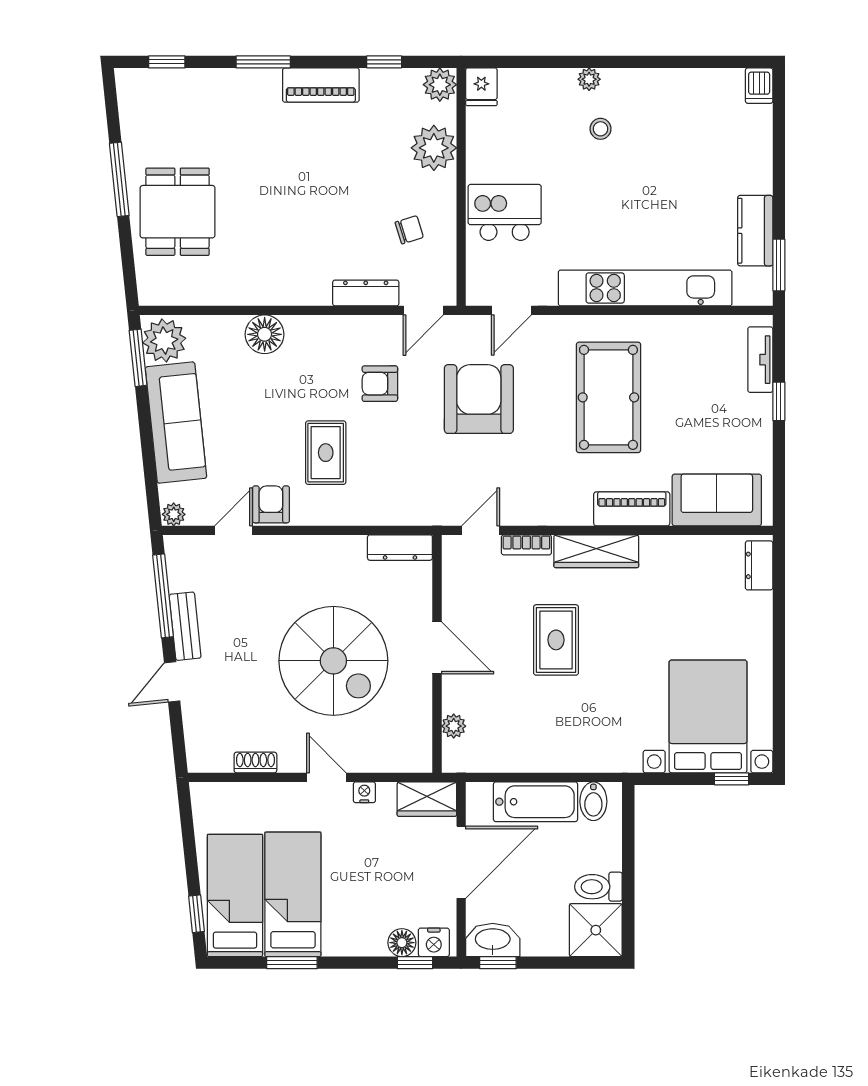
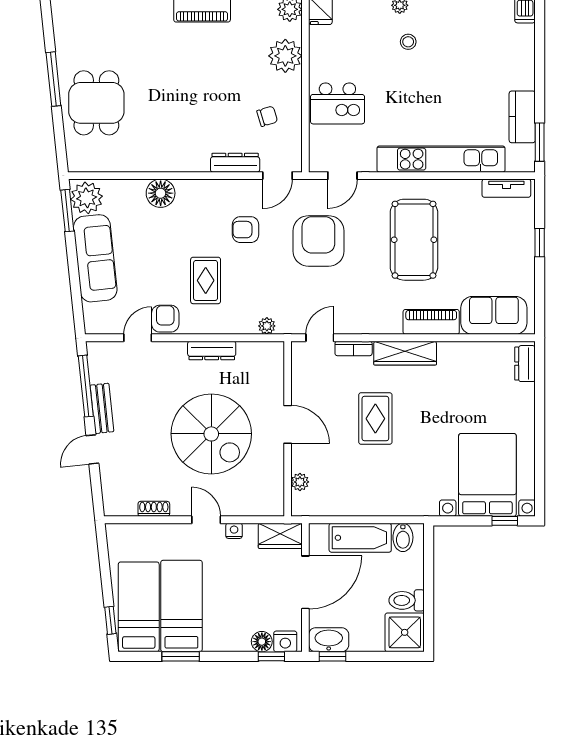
kitchen island: (505, 212) -> (337, 103), turned 180
tv unit: (760, 360) -> (506, 188), moved, turned -90
plant: (174, 514) -> (267, 326), moved
dresser: (400, 548) -> (212, 350), moved

